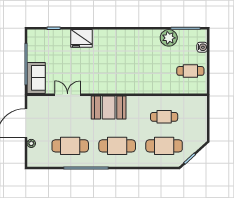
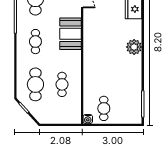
plant: (169, 38) -> (134, 47), moved
water cooler: (202, 47) -> (88, 119), moved
cafe table: (117, 146) -> (35, 42), width x0.73, depth x0.74

